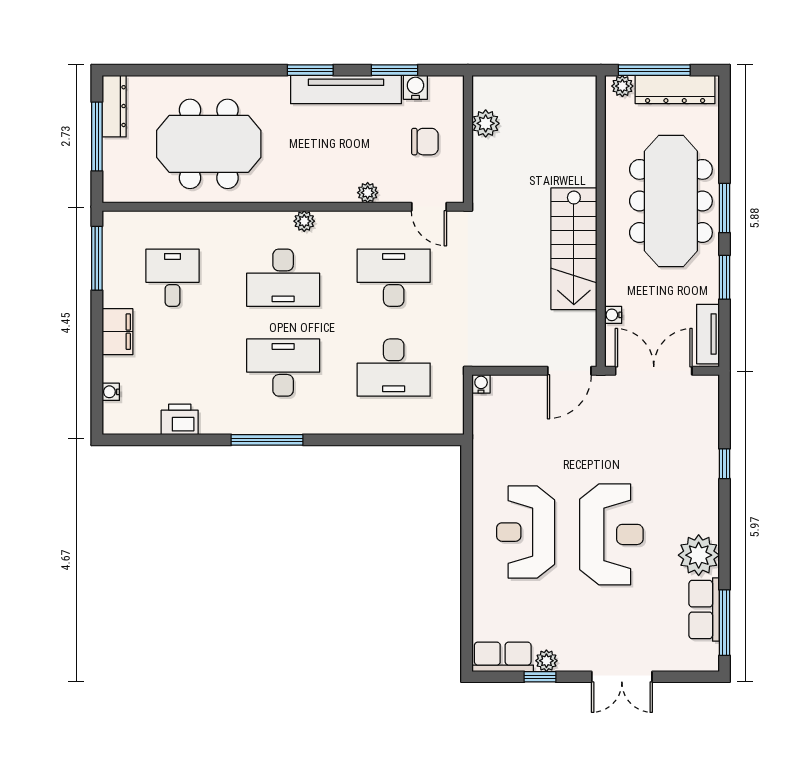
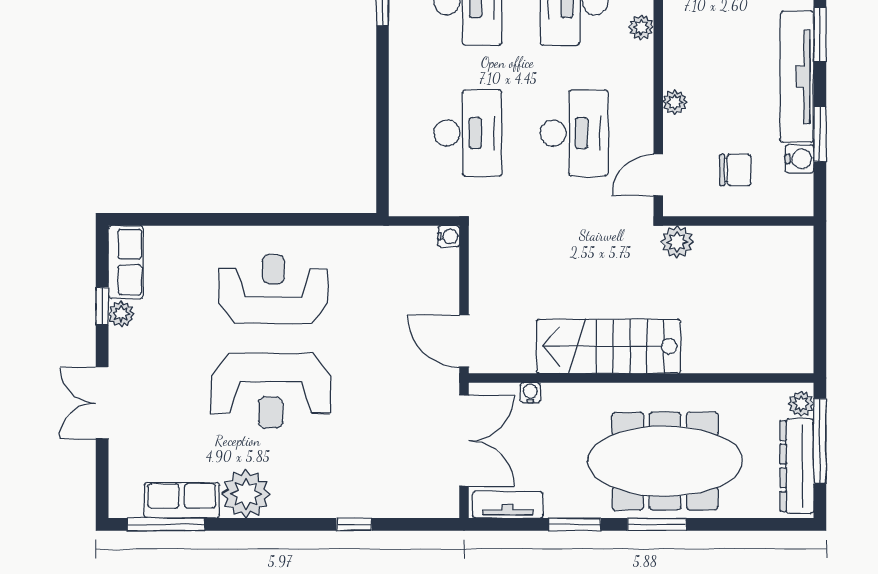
plant: (486, 123) -> (677, 242), moved
chair: (425, 142) -> (735, 170), turned -90
desk: (394, 368) -> (468, 133), turned 180

